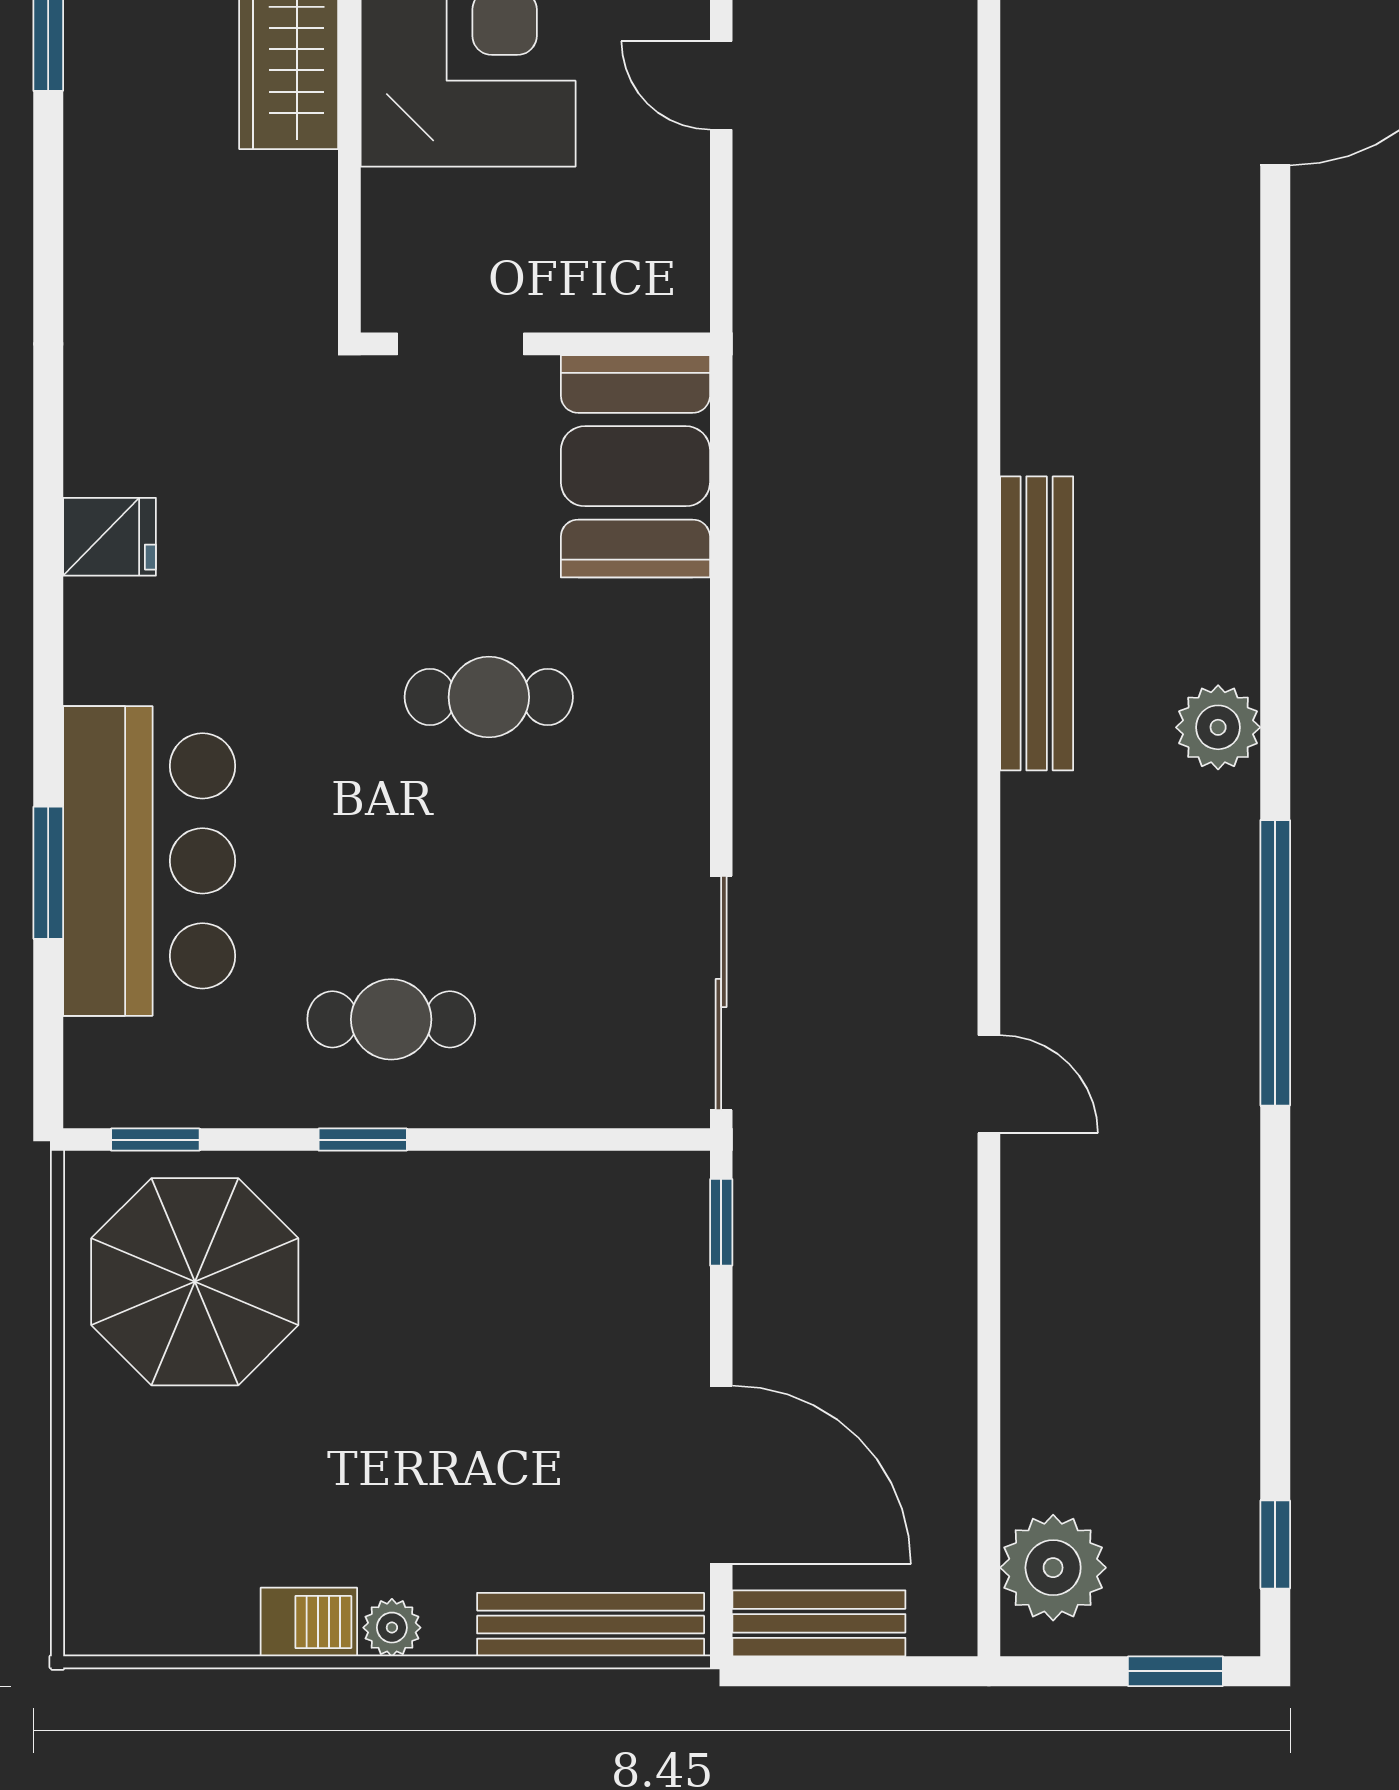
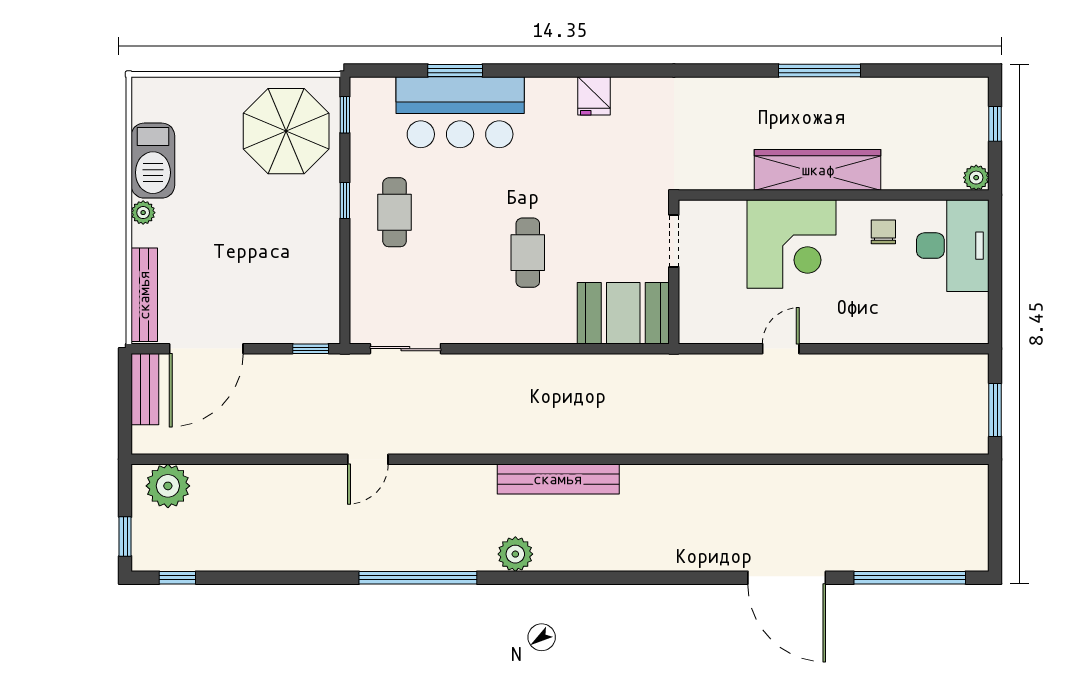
sliding door: (721, 993) -> (405, 349), width x0.73
barbecue: (309, 1622) -> (153, 161), width x1.88, depth x1.53

